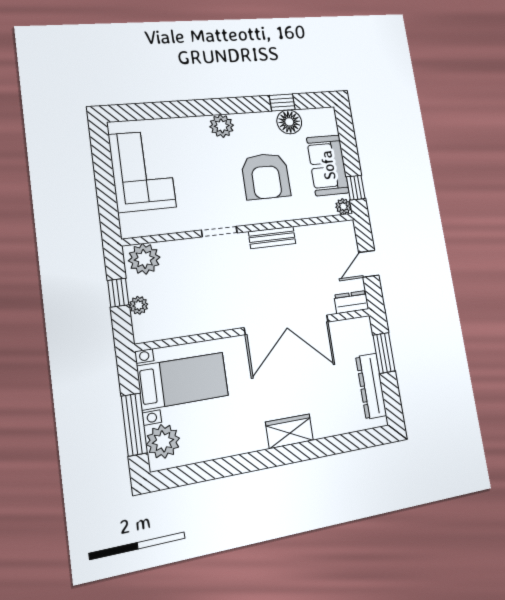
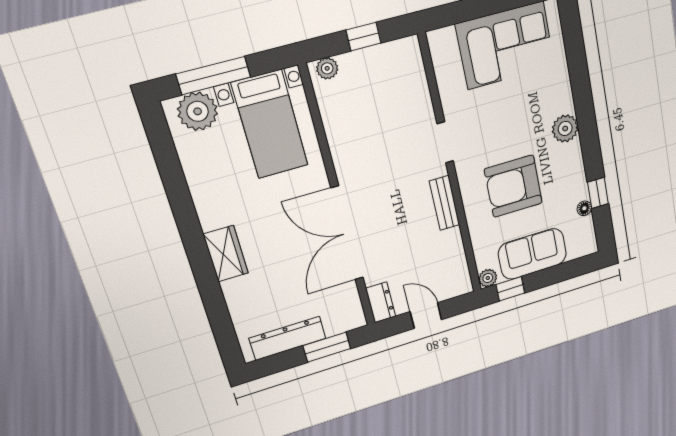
floor lamp: (289, 122) -> (584, 208), width x0.53, depth x0.53
plant: (144, 259) -> (405, 61), removed
plant: (139, 305) -> (327, 68), moved

